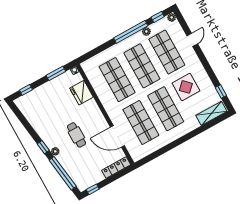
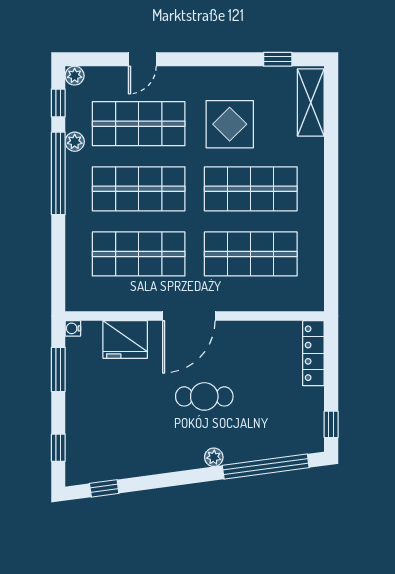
door: (192, 40) -> (142, 59), swing flipped
door: (117, 136) -> (189, 316), moved
window: (43, 147) -> (104, 488), moved

